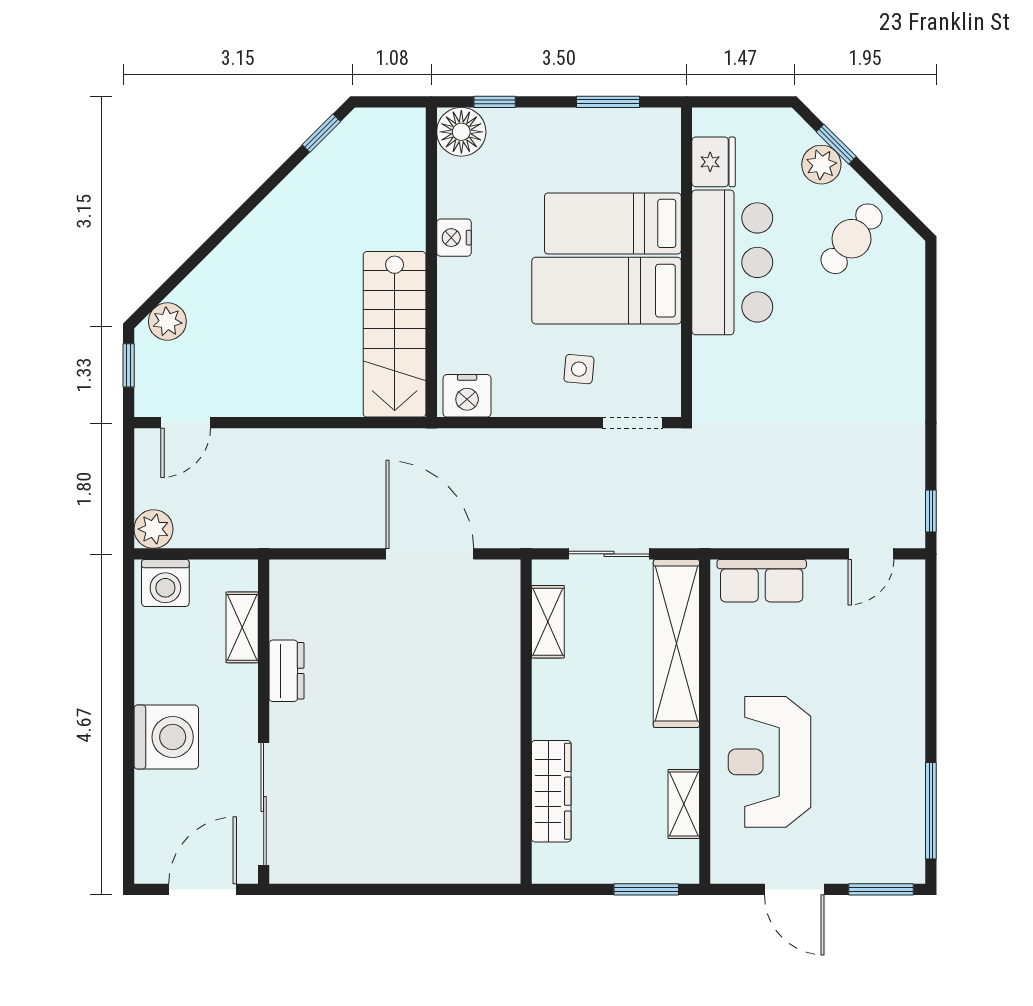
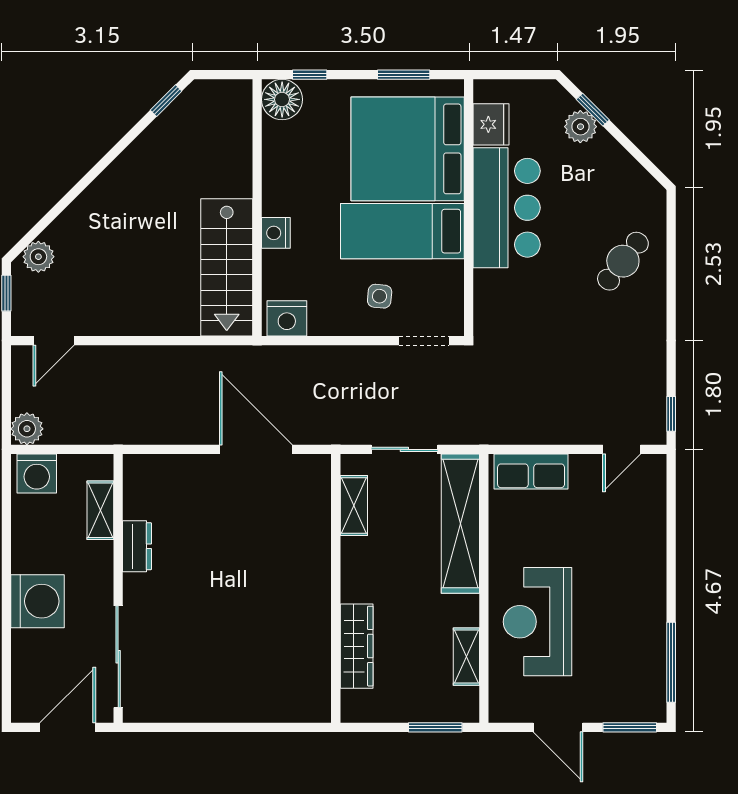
bed: (613, 223) -> (408, 149), width x2.04
nightstand: (454, 238) -> (276, 233), moved
cafe table: (852, 239) -> (623, 261), moved

